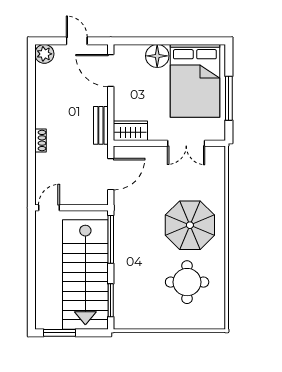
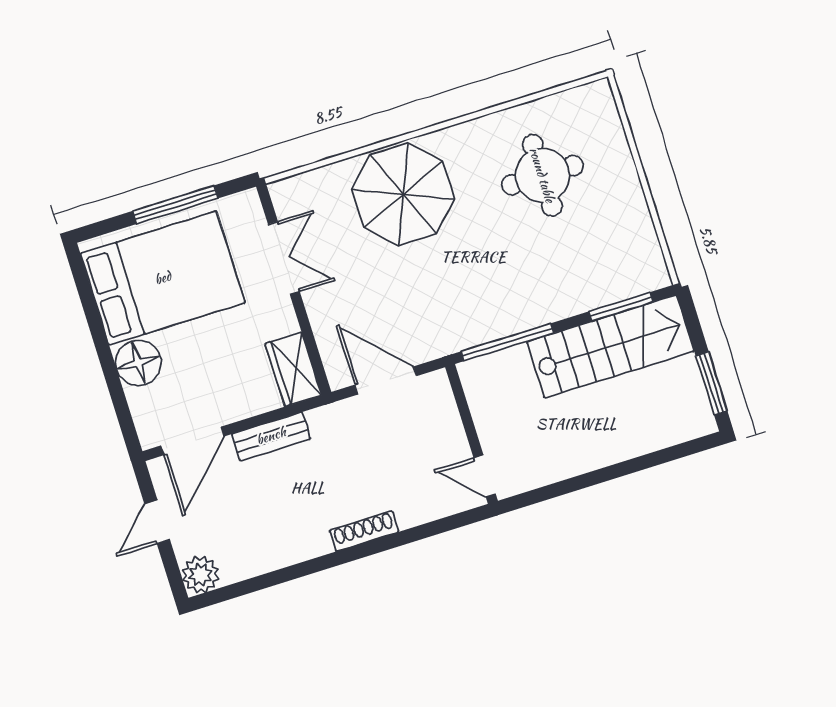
bench: (101, 125) -> (271, 436), moved
shoe rack: (40, 141) -> (364, 531), width x1.43
parasol: (190, 225) -> (403, 194), moved
stairs: (85, 274) -> (610, 346), width x0.73, depth x0.66

